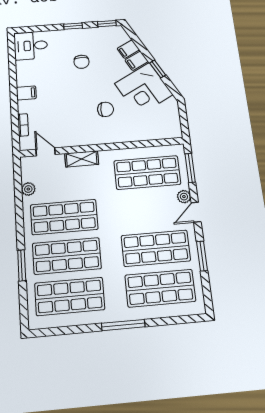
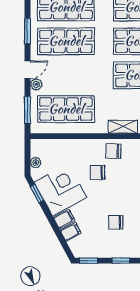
chair: (81, 62) -> (116, 222), turned -90
window: (158, 69) -> (37, 193), moved
plant: (174, 114) -> (36, 163), added
chair: (90, 132) -> (113, 151), added

